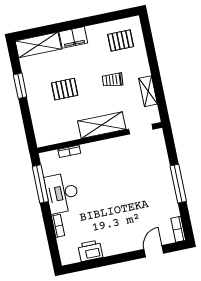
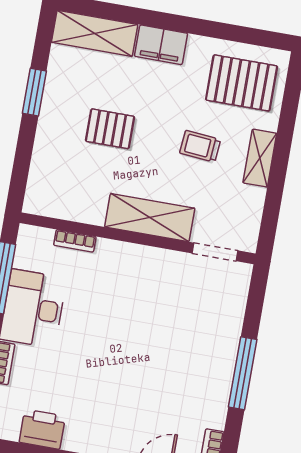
pallet: (121, 40) -> (242, 83), width x1.50, depth x1.42
shelving: (148, 91) -> (260, 158), moved

